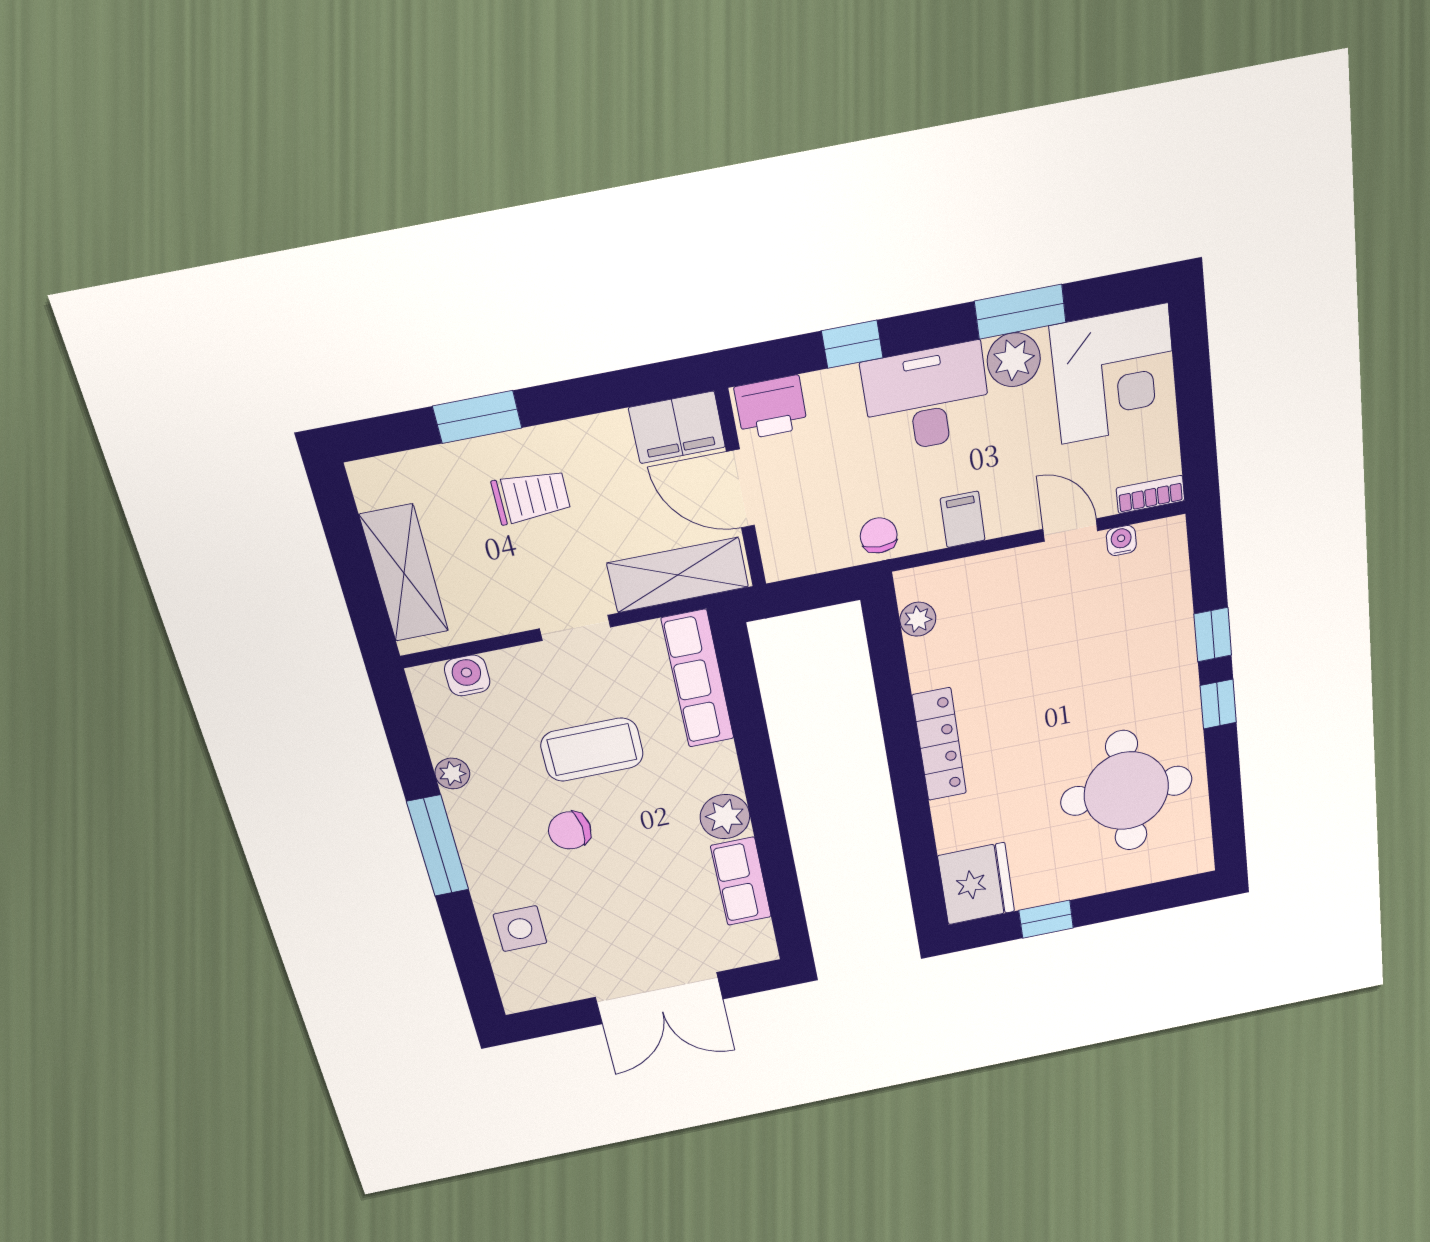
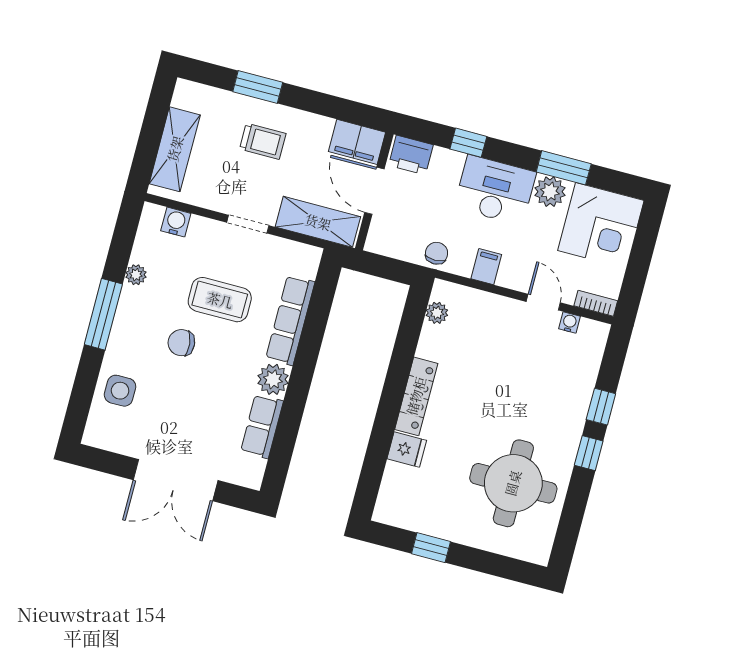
row of seats: (698, 679) -> (290, 320), moved
fridge: (976, 884) -> (407, 450), moved, width x0.53, depth x0.75

